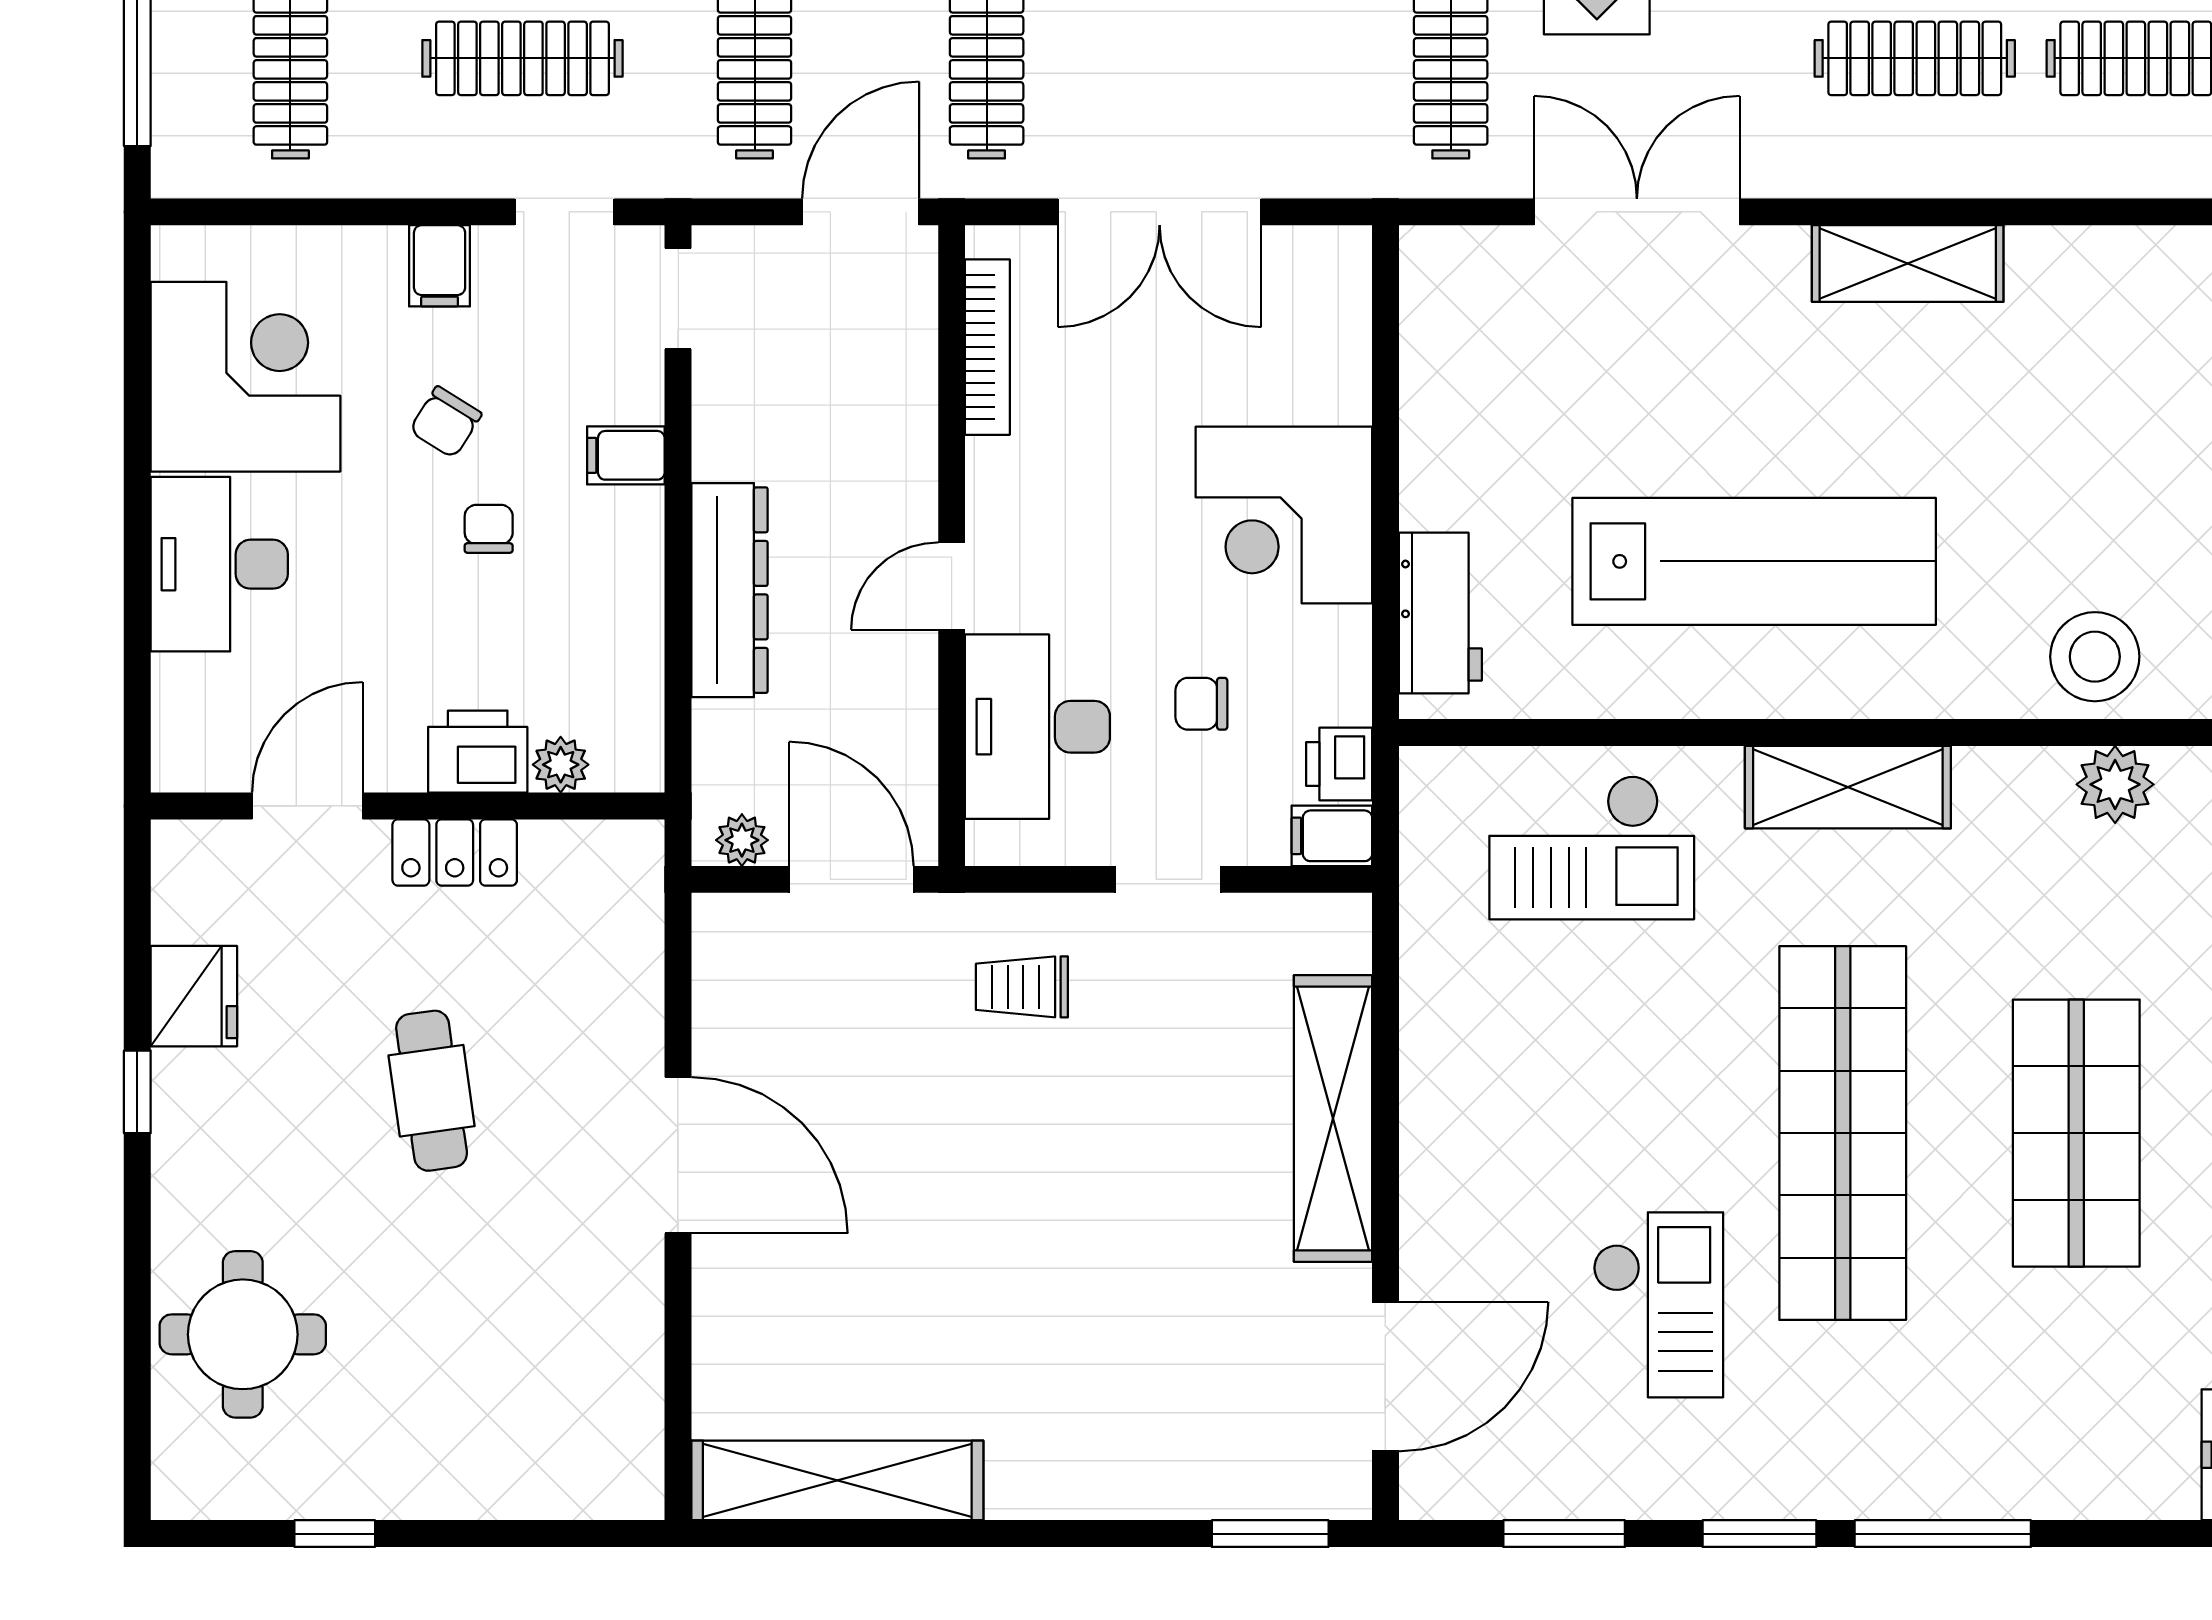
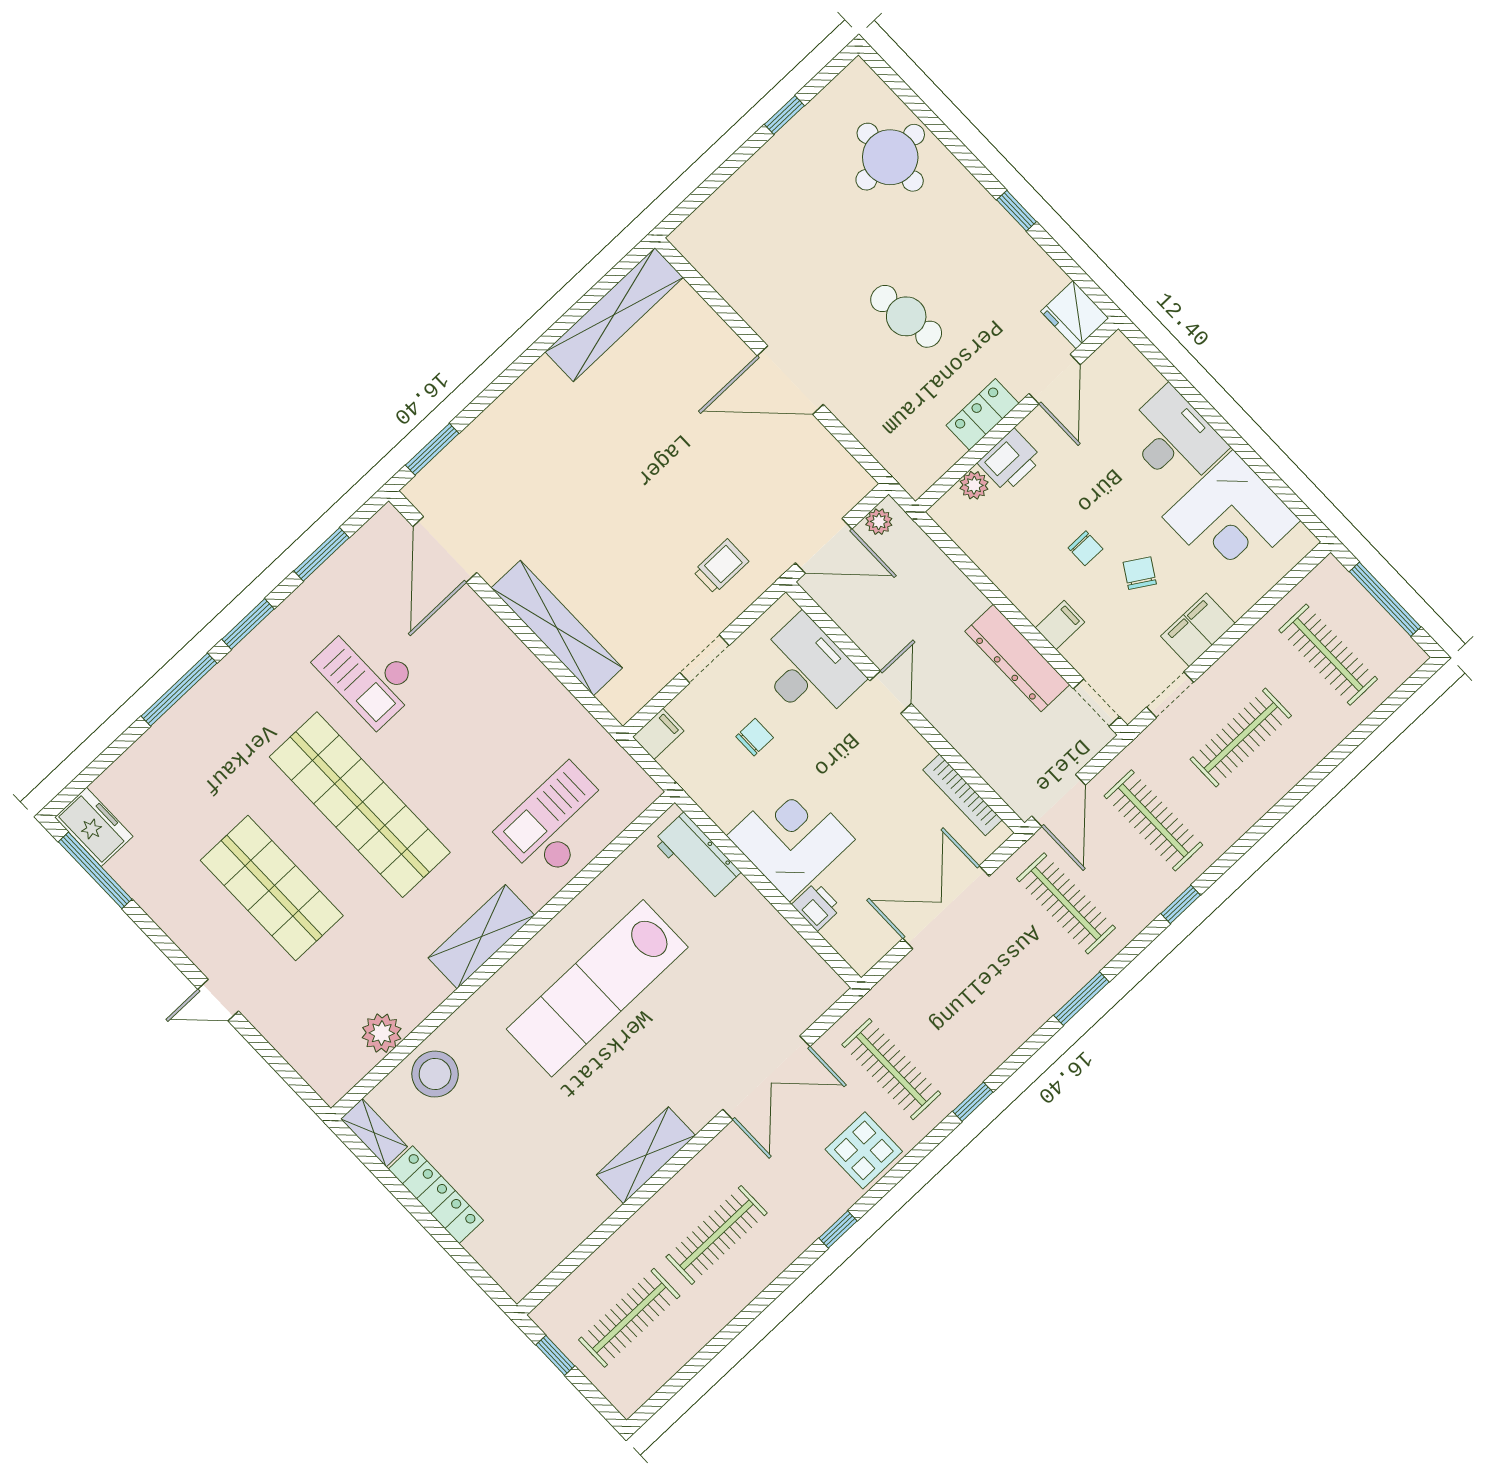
filing cabinet: (440, 266) -> (1198, 630), width x2.00
dresser: (729, 590) -> (1017, 658), moved
printer: (1339, 764) -> (817, 906), moved
fridge: (194, 996) -> (1075, 315), moved

